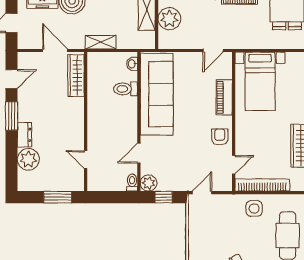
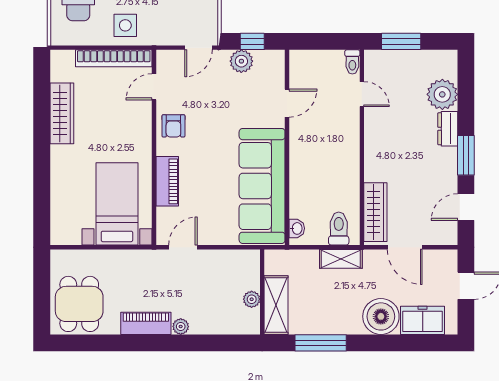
plant: (169, 19) -> (252, 299), width x0.53, depth x0.53
toilet: (126, 89) -> (339, 229), moved, turned -90
toilet: (132, 183) -> (352, 62), moved
plant: (149, 183) -> (241, 61), moved

